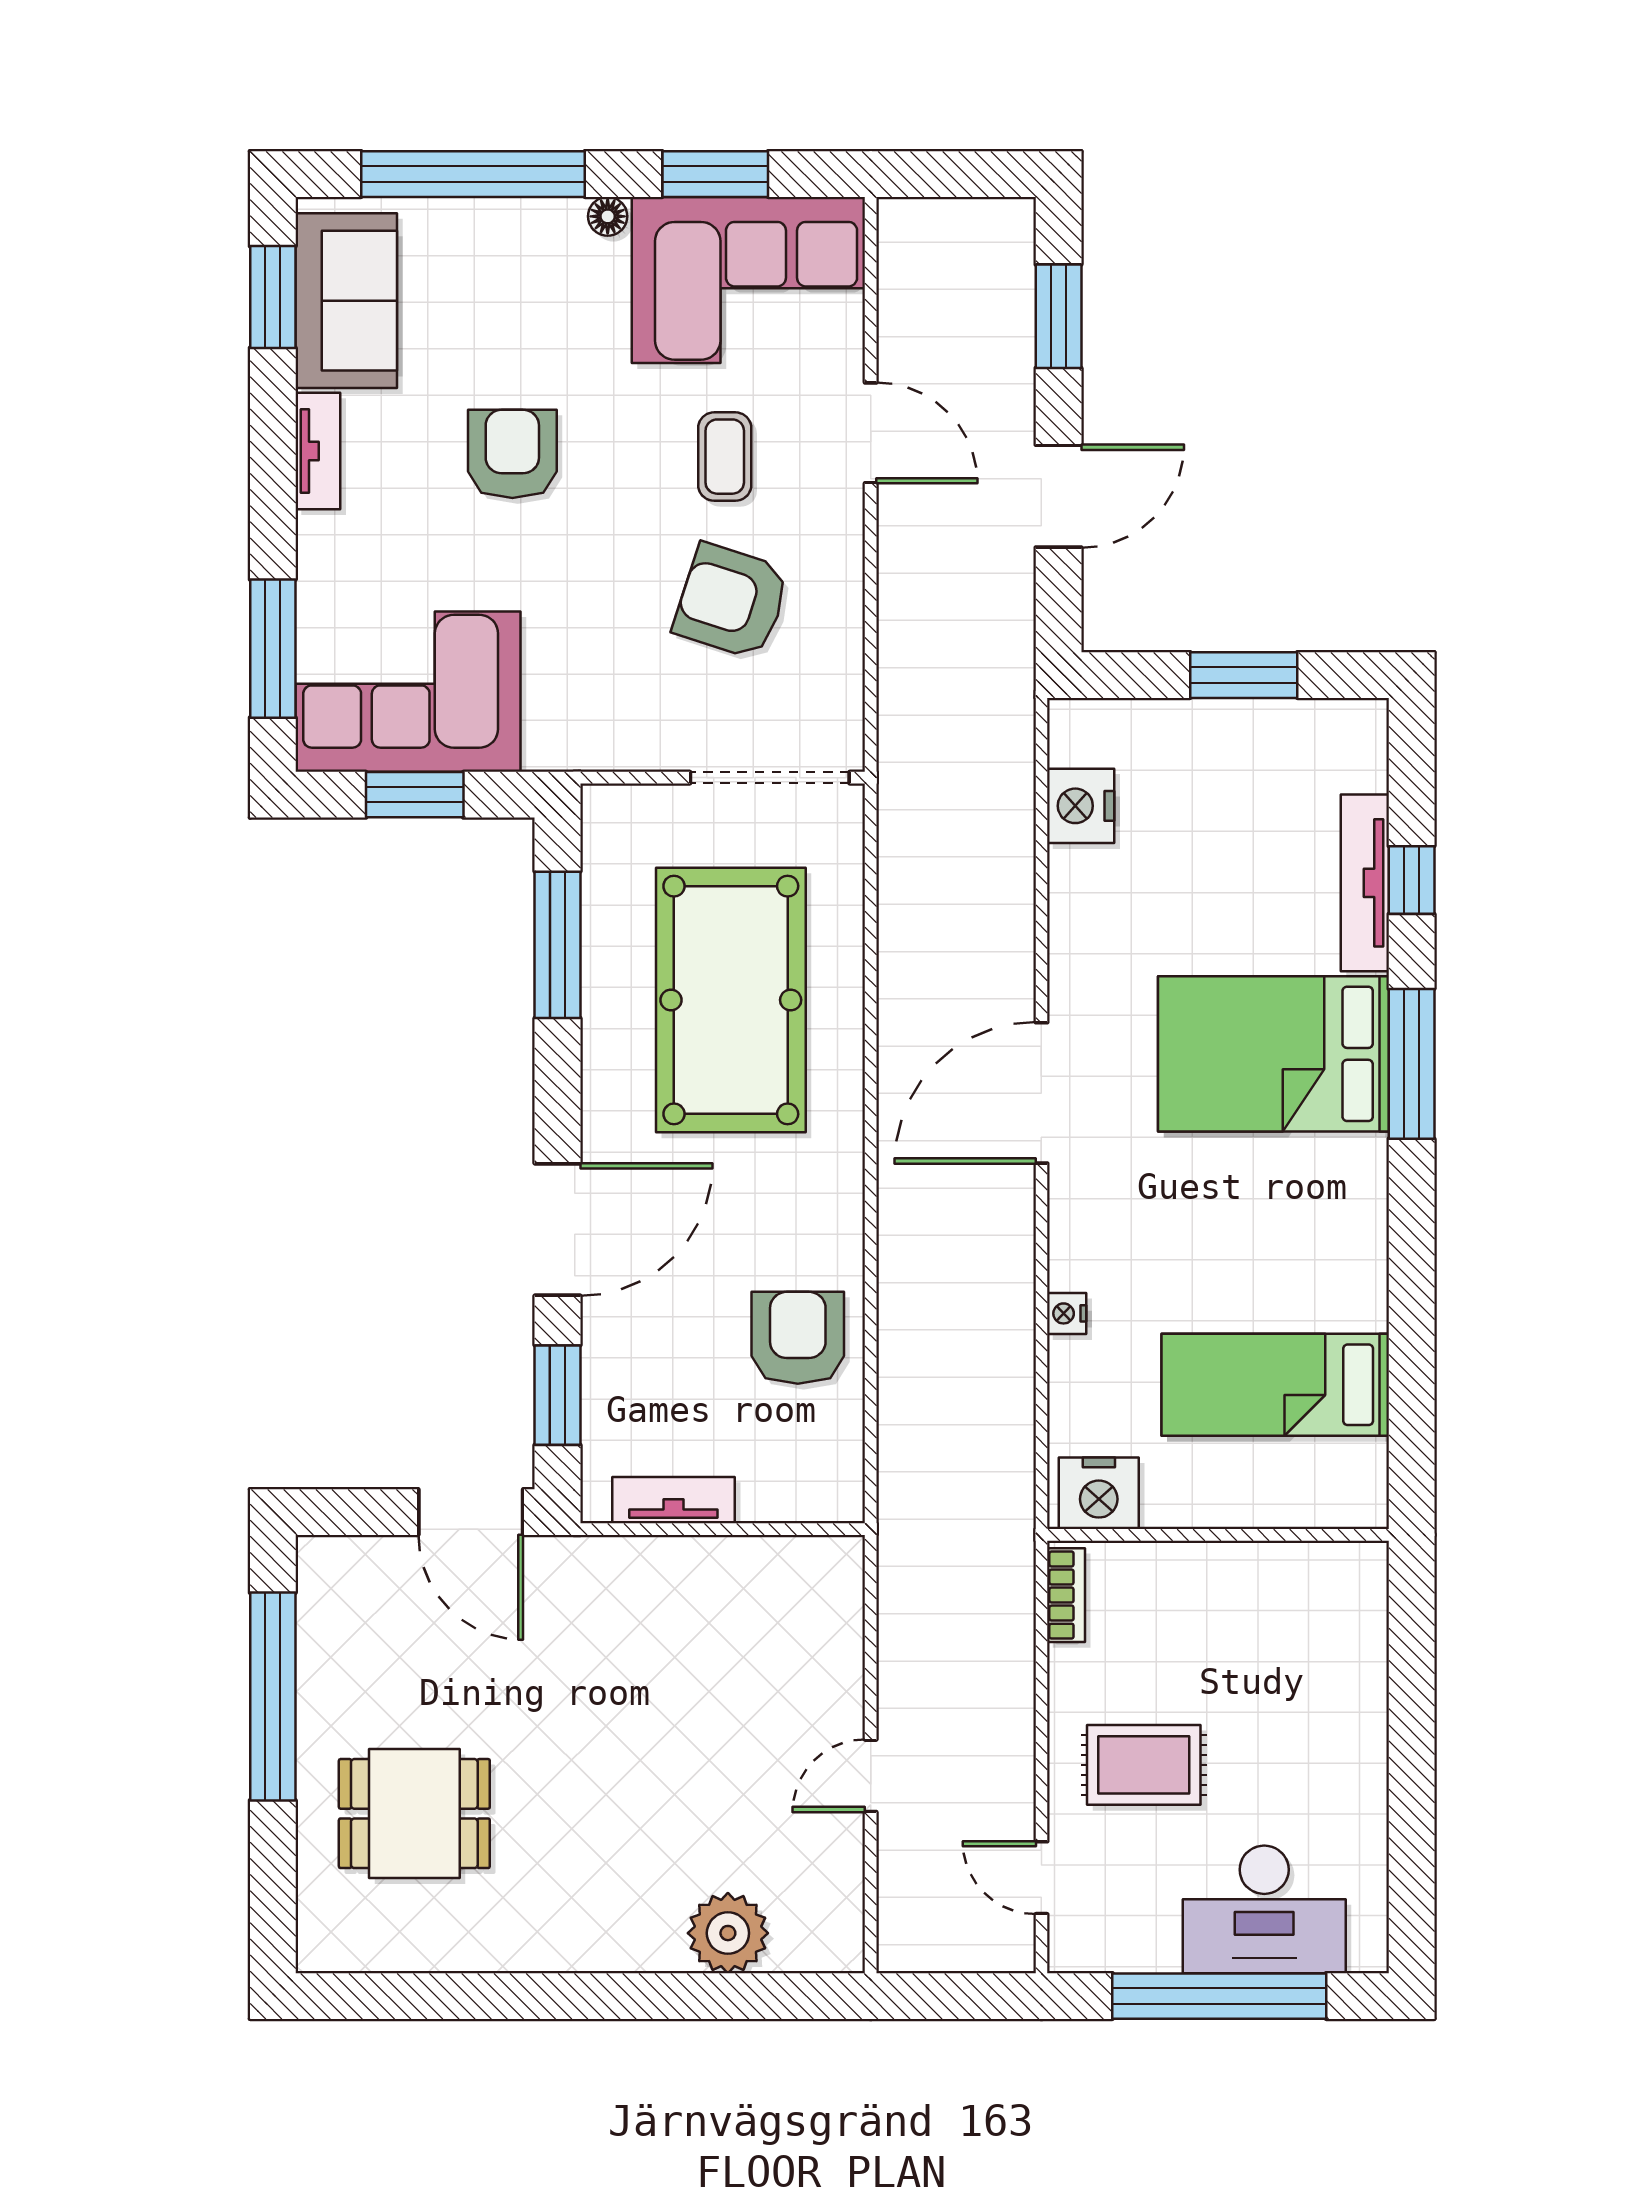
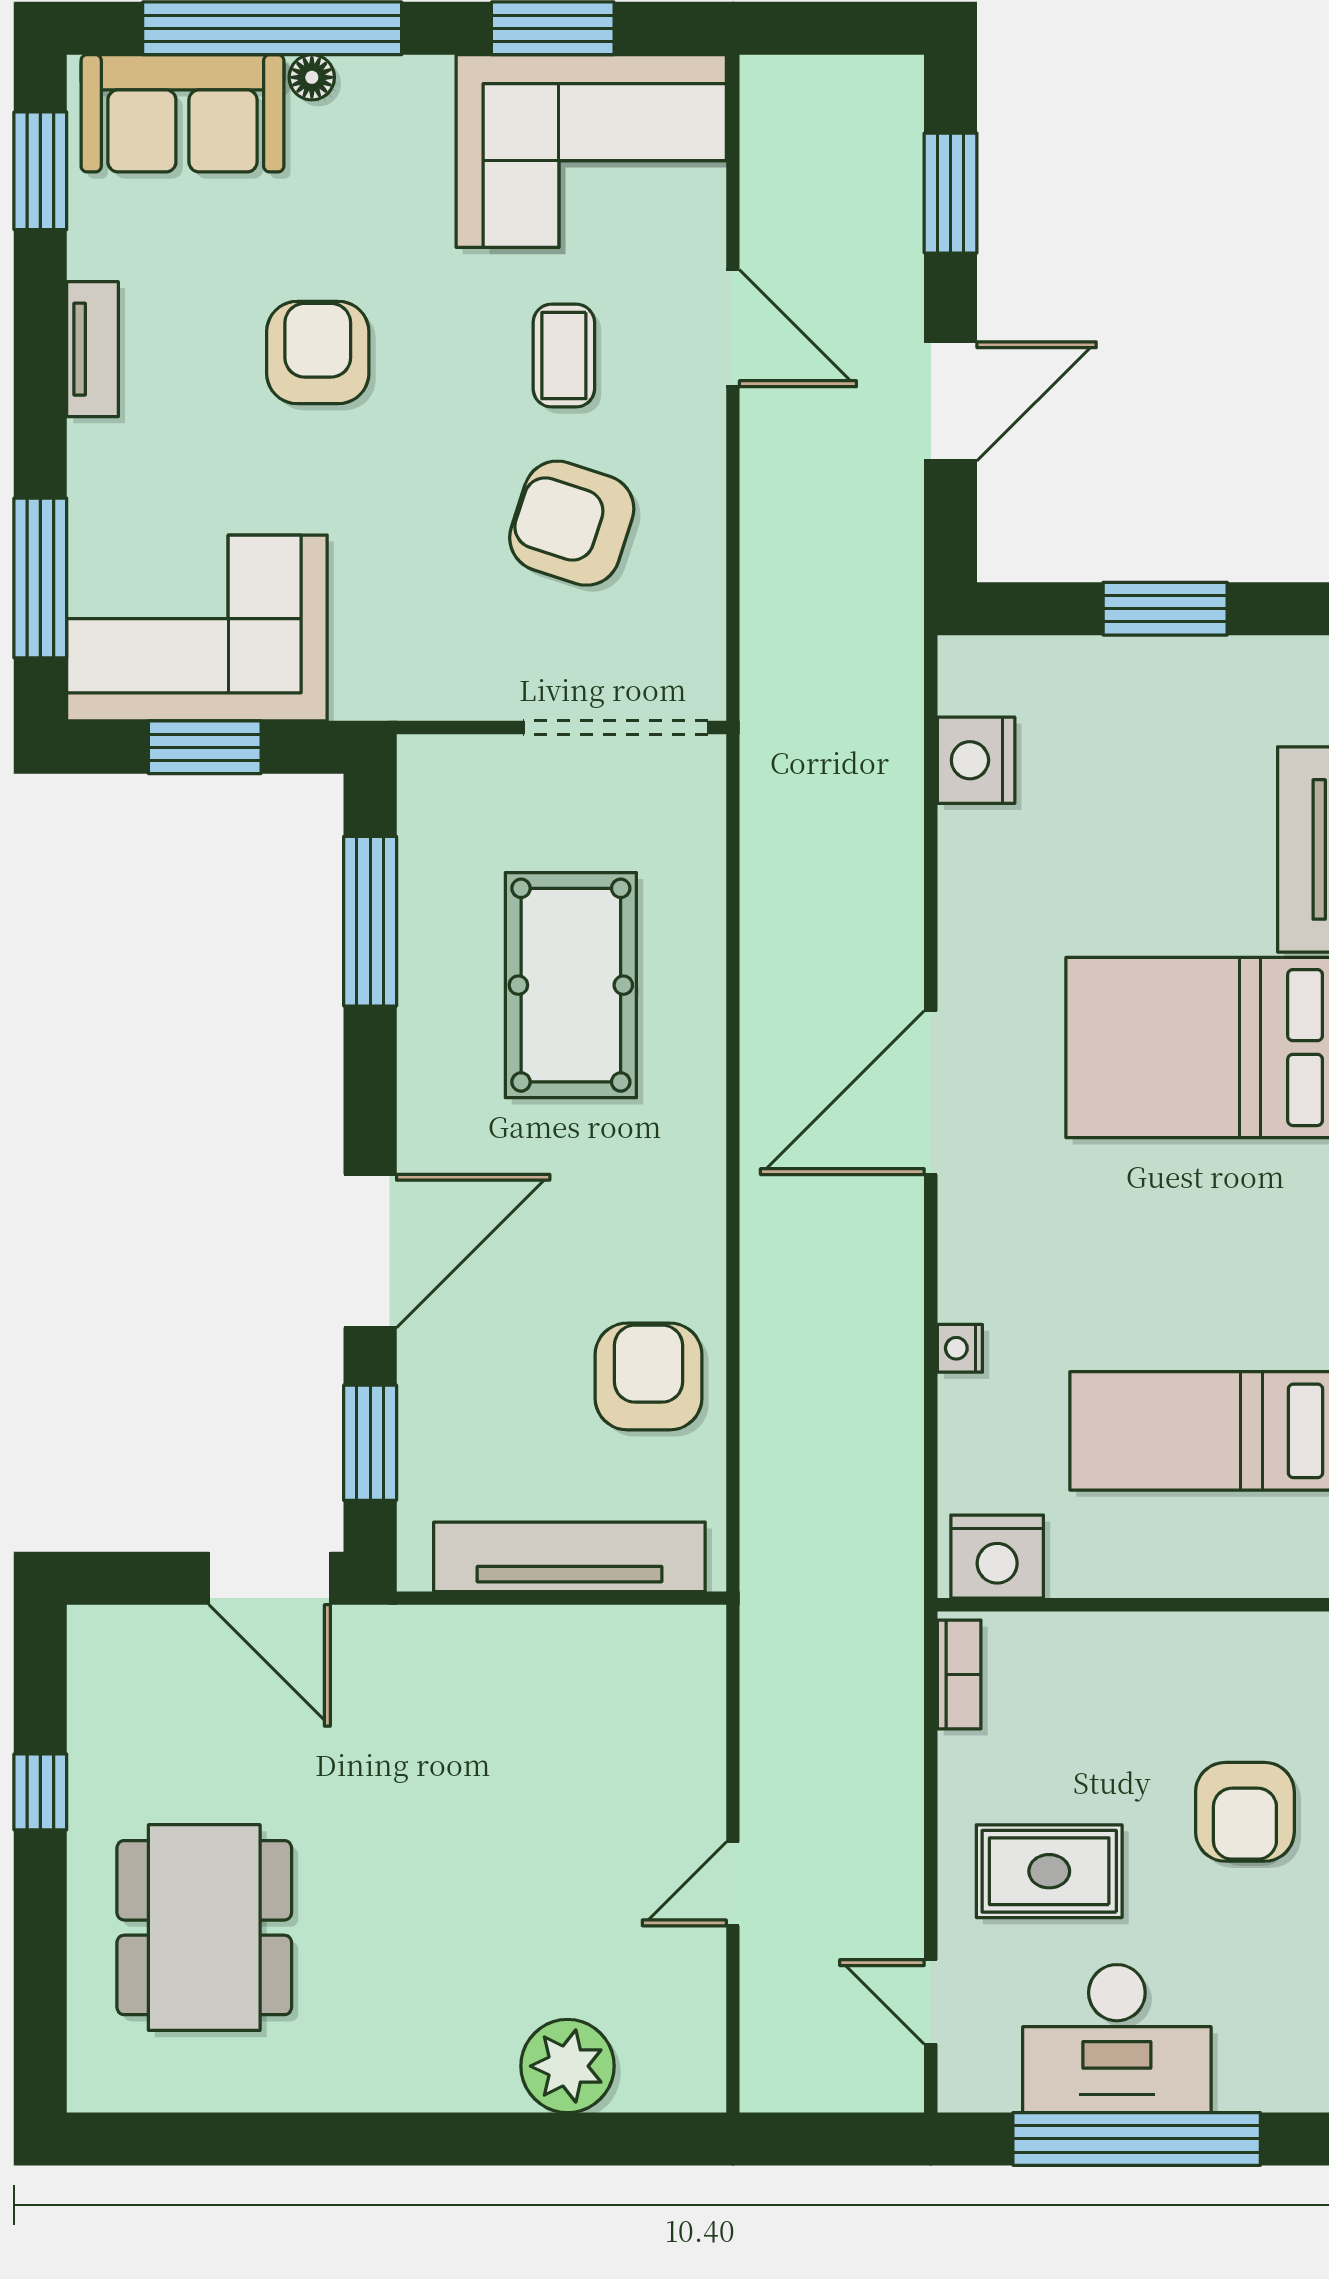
floor lamp: (608, 216) -> (312, 77), moved
sofa: (346, 301) -> (182, 113), moved, turned 90
pool table: (731, 1000) -> (571, 985), width x0.73, depth x0.76
tv unit: (673, 1500) -> (569, 1557), width x1.92, depth x1.29
window: (273, 1697) -> (40, 1792), width x0.32
armchair: (1313, 1714) -> (1245, 1812), added
dining table: (414, 1814) -> (204, 1928), width x1.38
desk: (1264, 1909) -> (1117, 2039), moved

